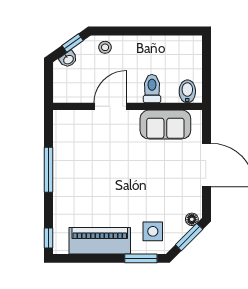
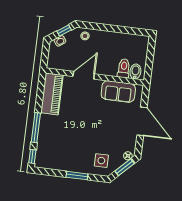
toilet: (152, 89) -> (124, 68), moved
window: (48, 170) -> (36, 128), moved
piano: (100, 241) -> (52, 94), moved, turned 90
window: (141, 258) -> (77, 176), moved

